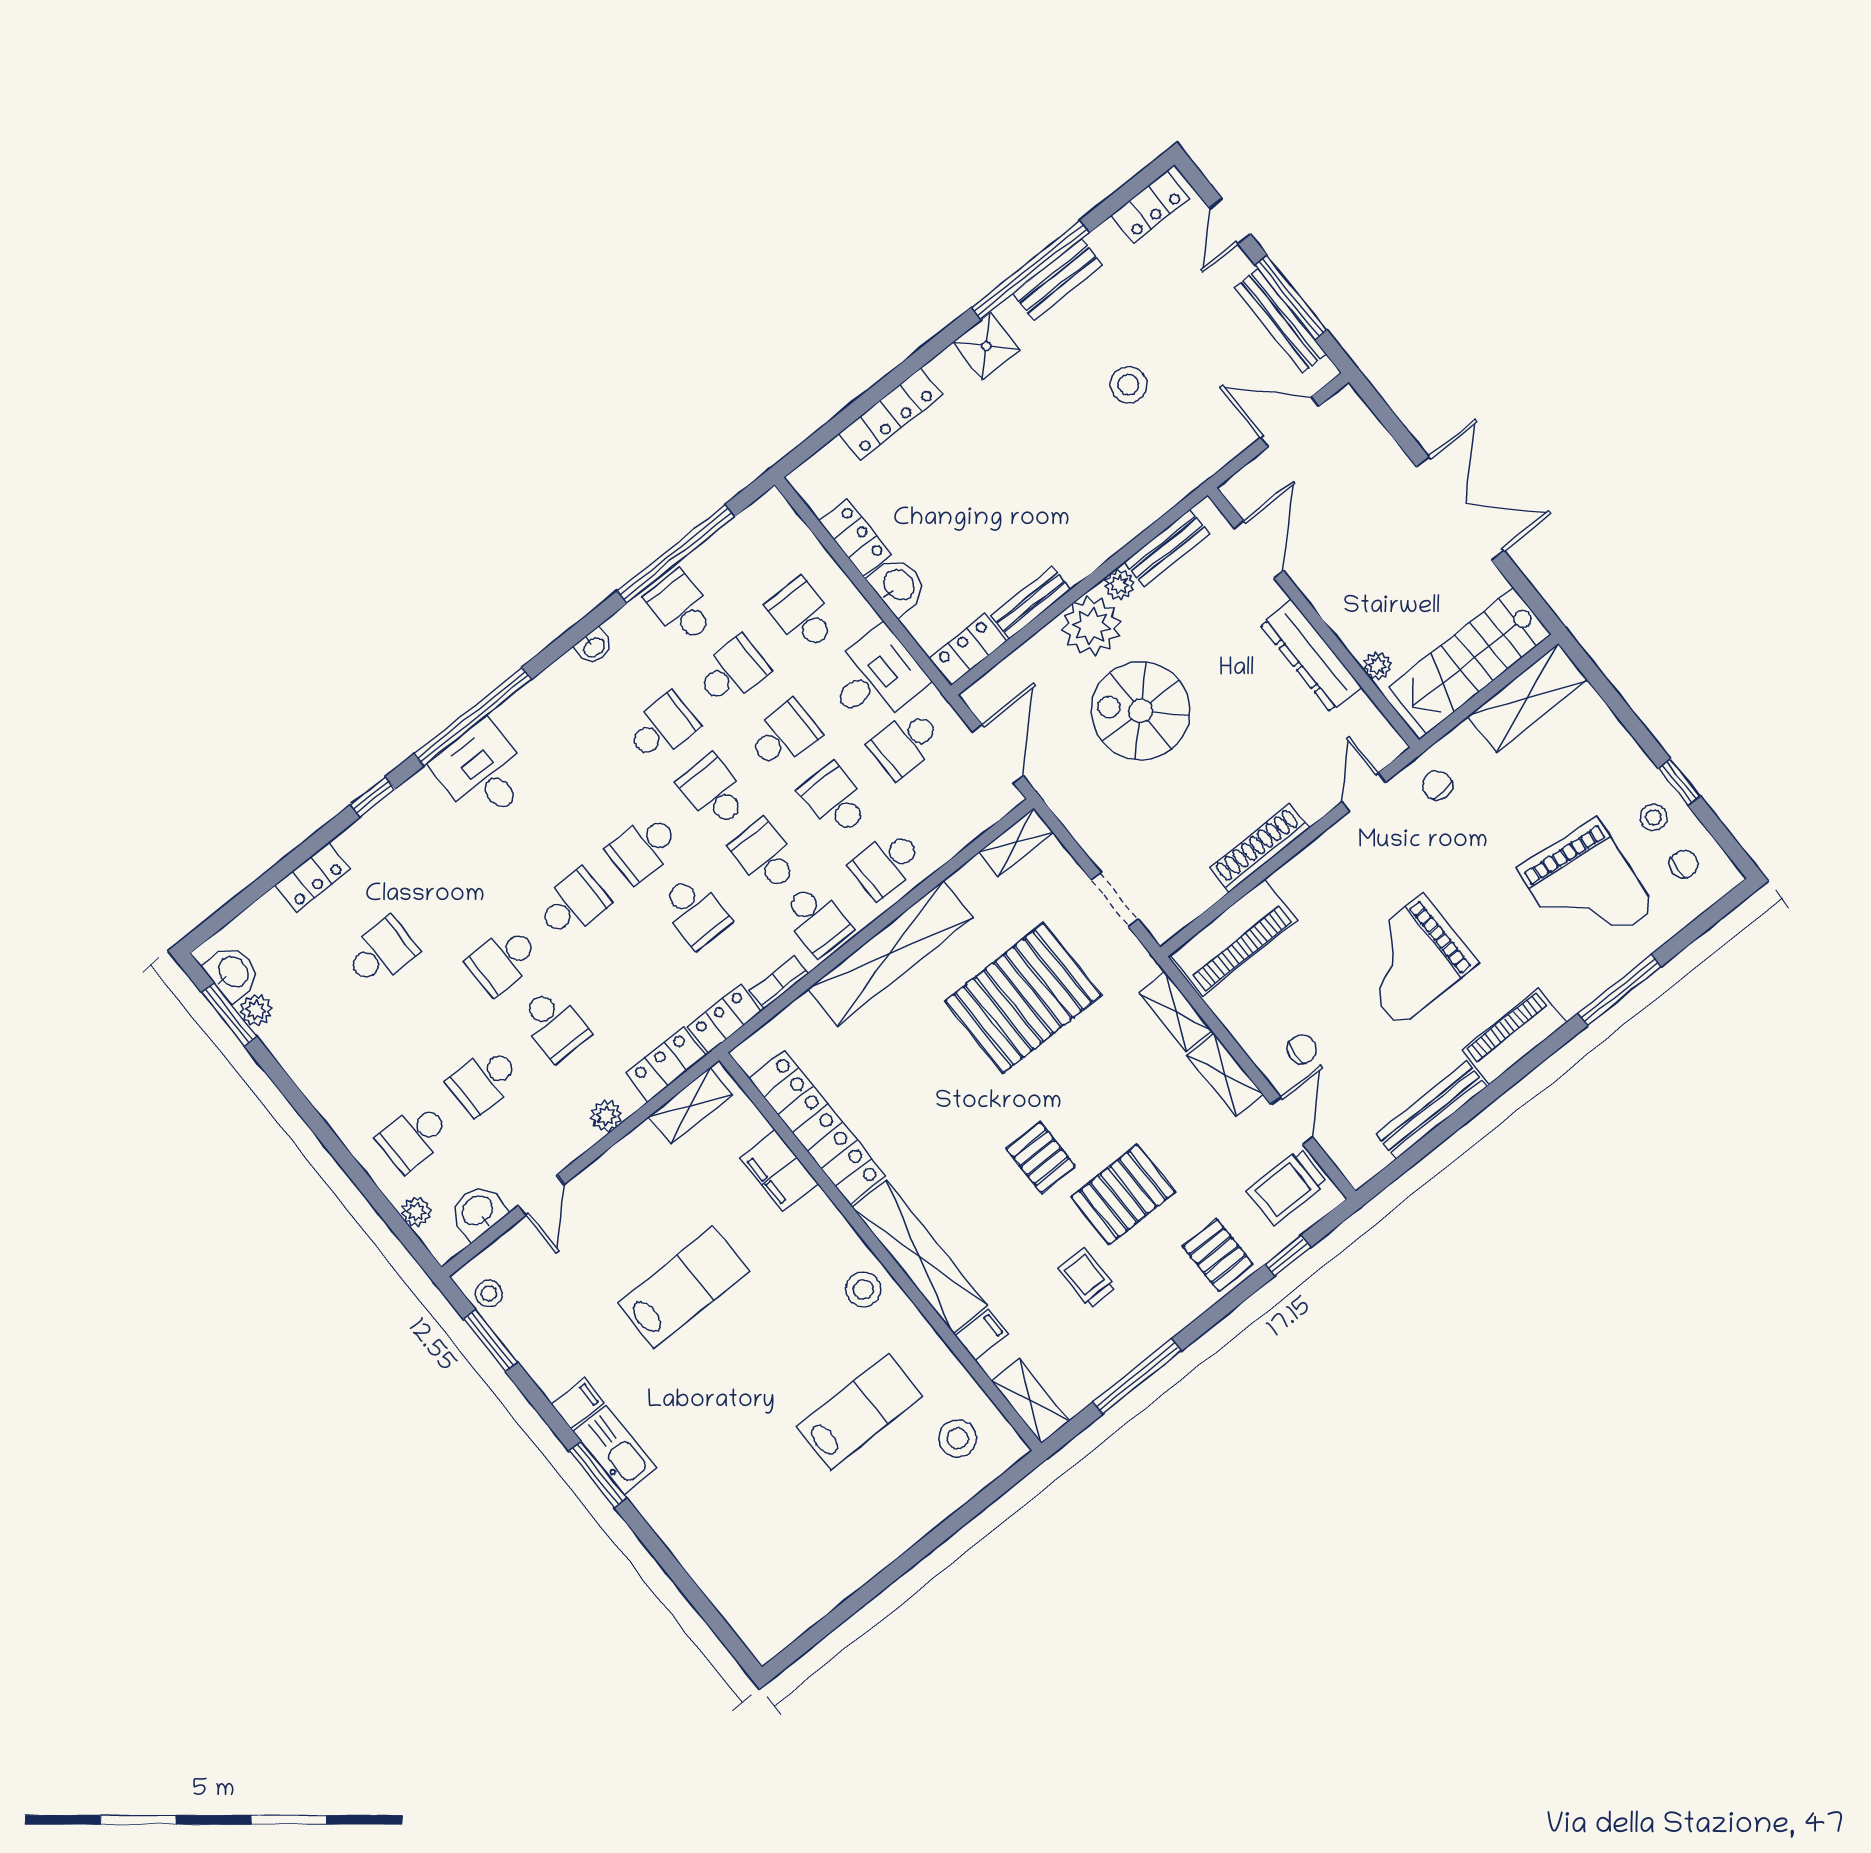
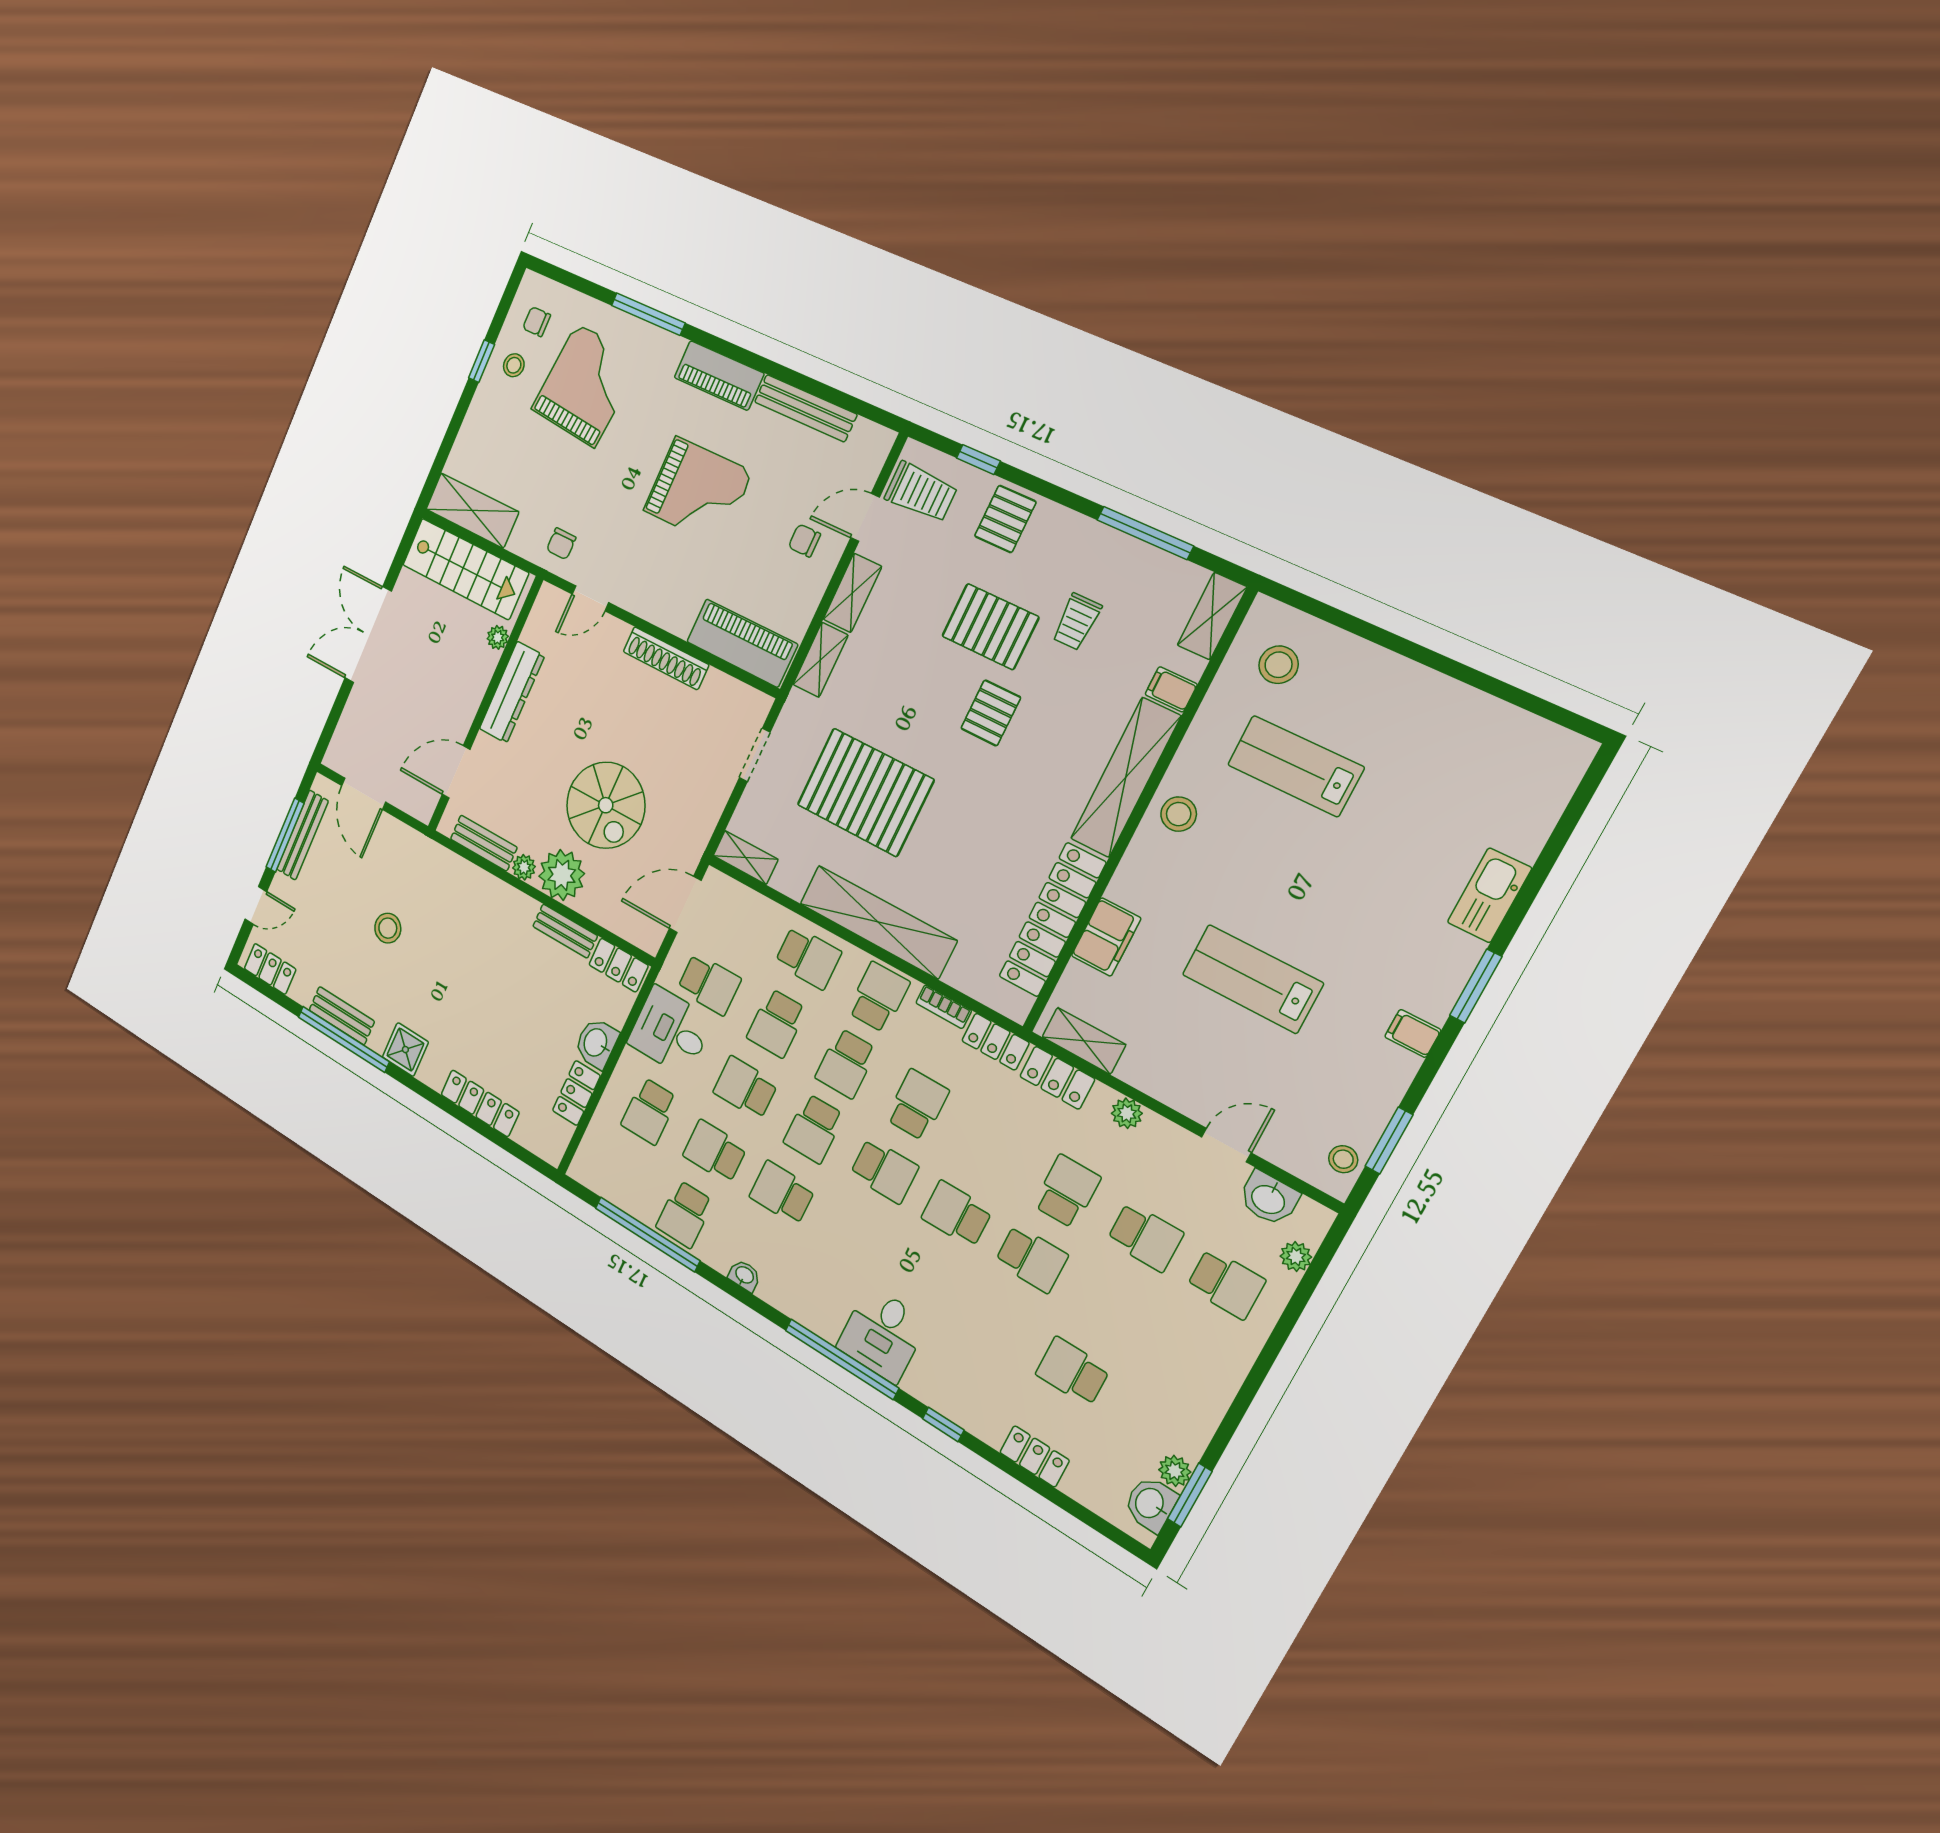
kitchen sink: (615, 1450) -> (1489, 895), moved

